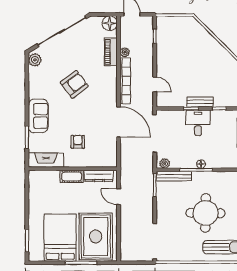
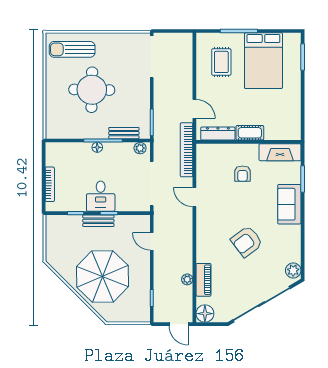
parasol: (196, 55) -> (102, 276), added
bookcase: (125, 81) -> (187, 150), moved
door: (119, 122) -> (194, 197), width x0.53
bench: (174, 176) -> (124, 133), width x0.73
rug: (96, 236) -> (221, 62), width x0.54, depth x0.49

